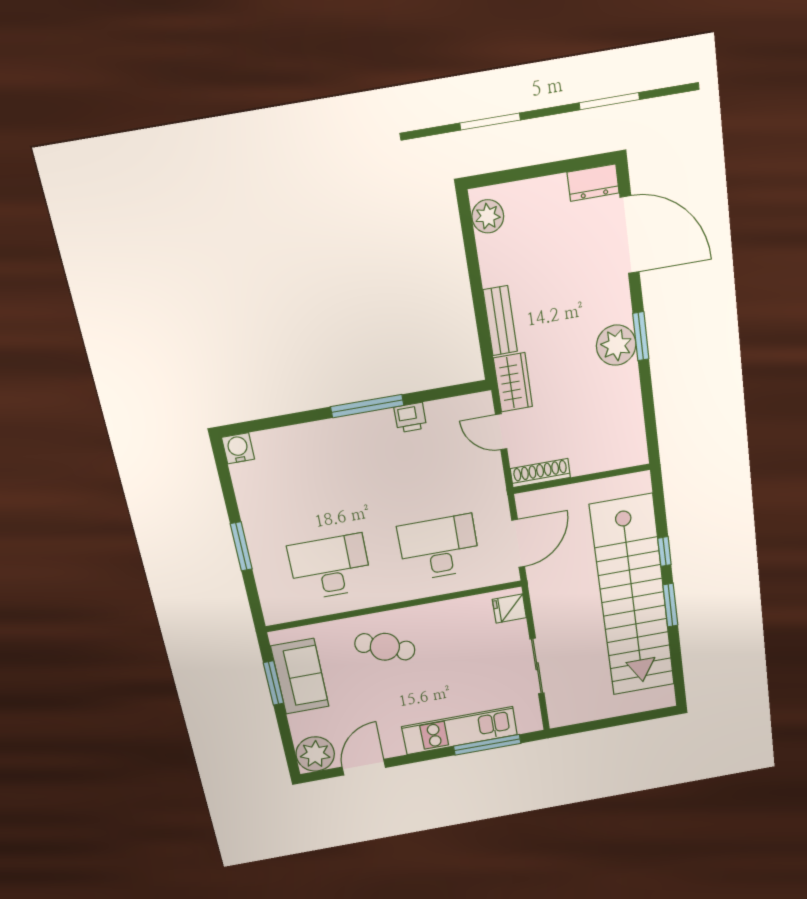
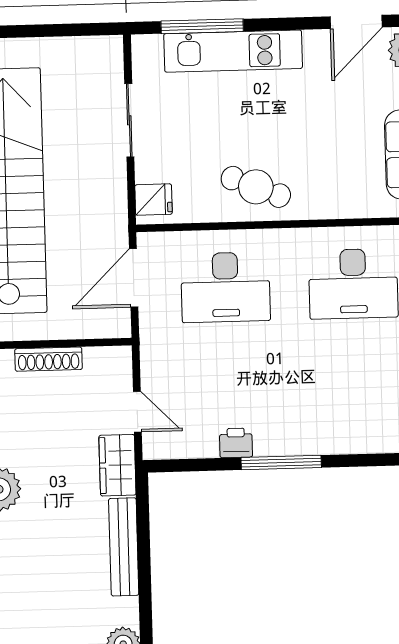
bench: (500, 321) -> (124, 547), width x1.36
shoe rack: (540, 473) -> (49, 359), moved
cafe table: (385, 647) -> (256, 187), moved

